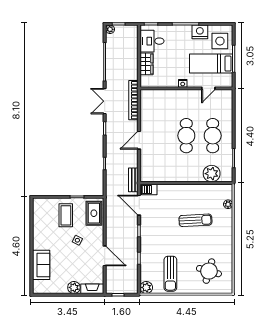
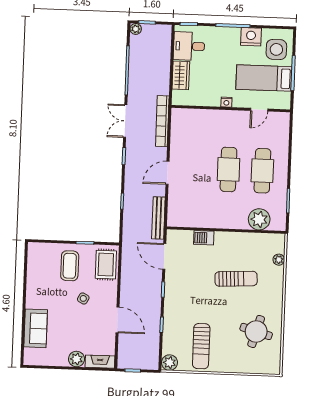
bench: (133, 180) -> (158, 218), width x1.36
barbecue: (149, 189) -> (204, 238), moved
round table: (209, 271) -> (256, 331), moved

